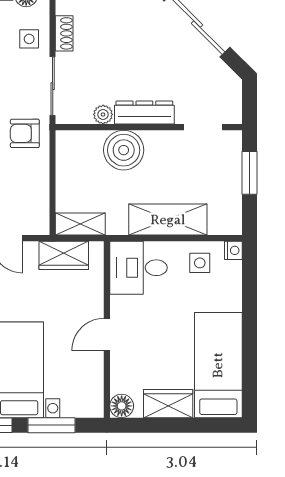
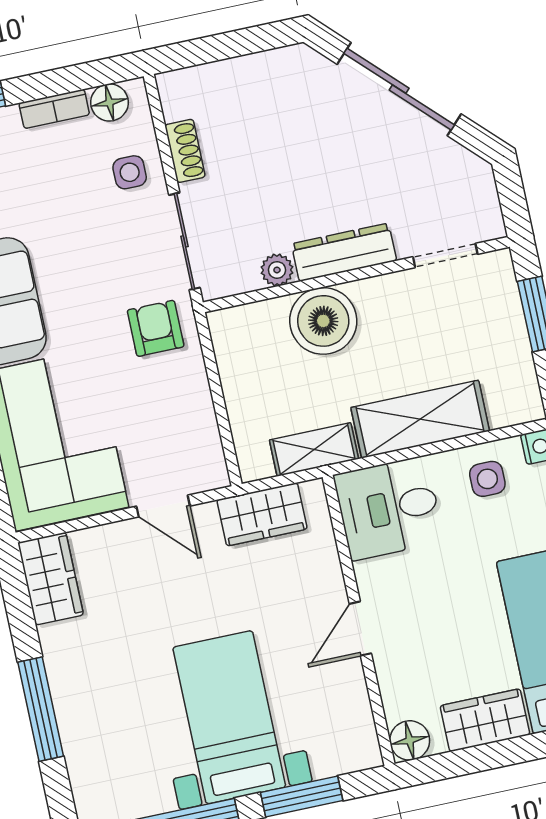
armchair: (25, 133) -> (156, 328), turned 90
shelving: (80, 224) -> (314, 450), moved

